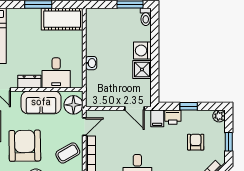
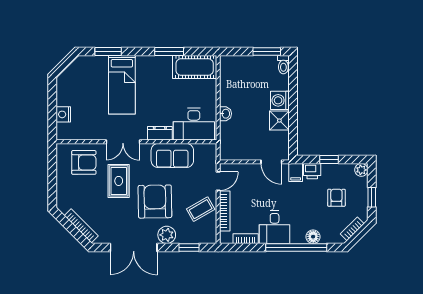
desk: (56, 73) -> (194, 124), width x1.37
floor lamp: (73, 105) -> (207, 158), removed

